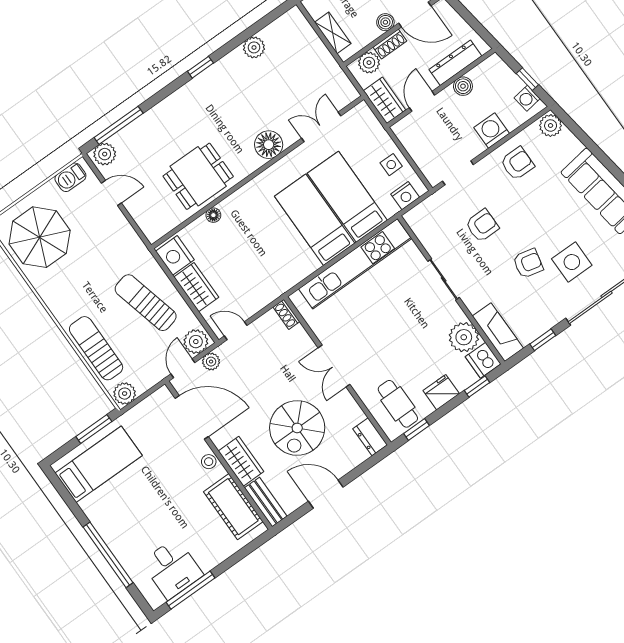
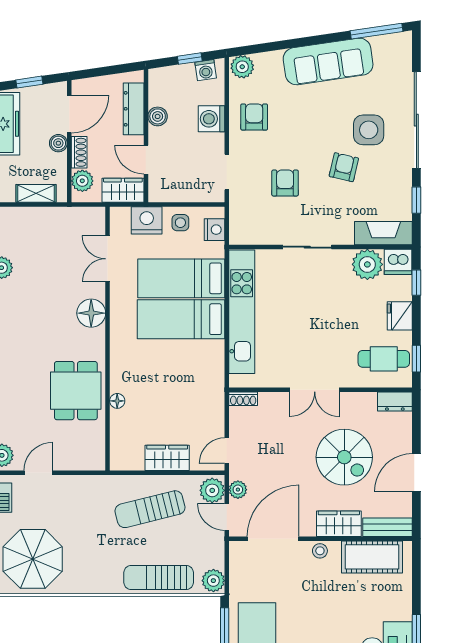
nightstand: (175, 255) -> (147, 220), moved, turned 180

